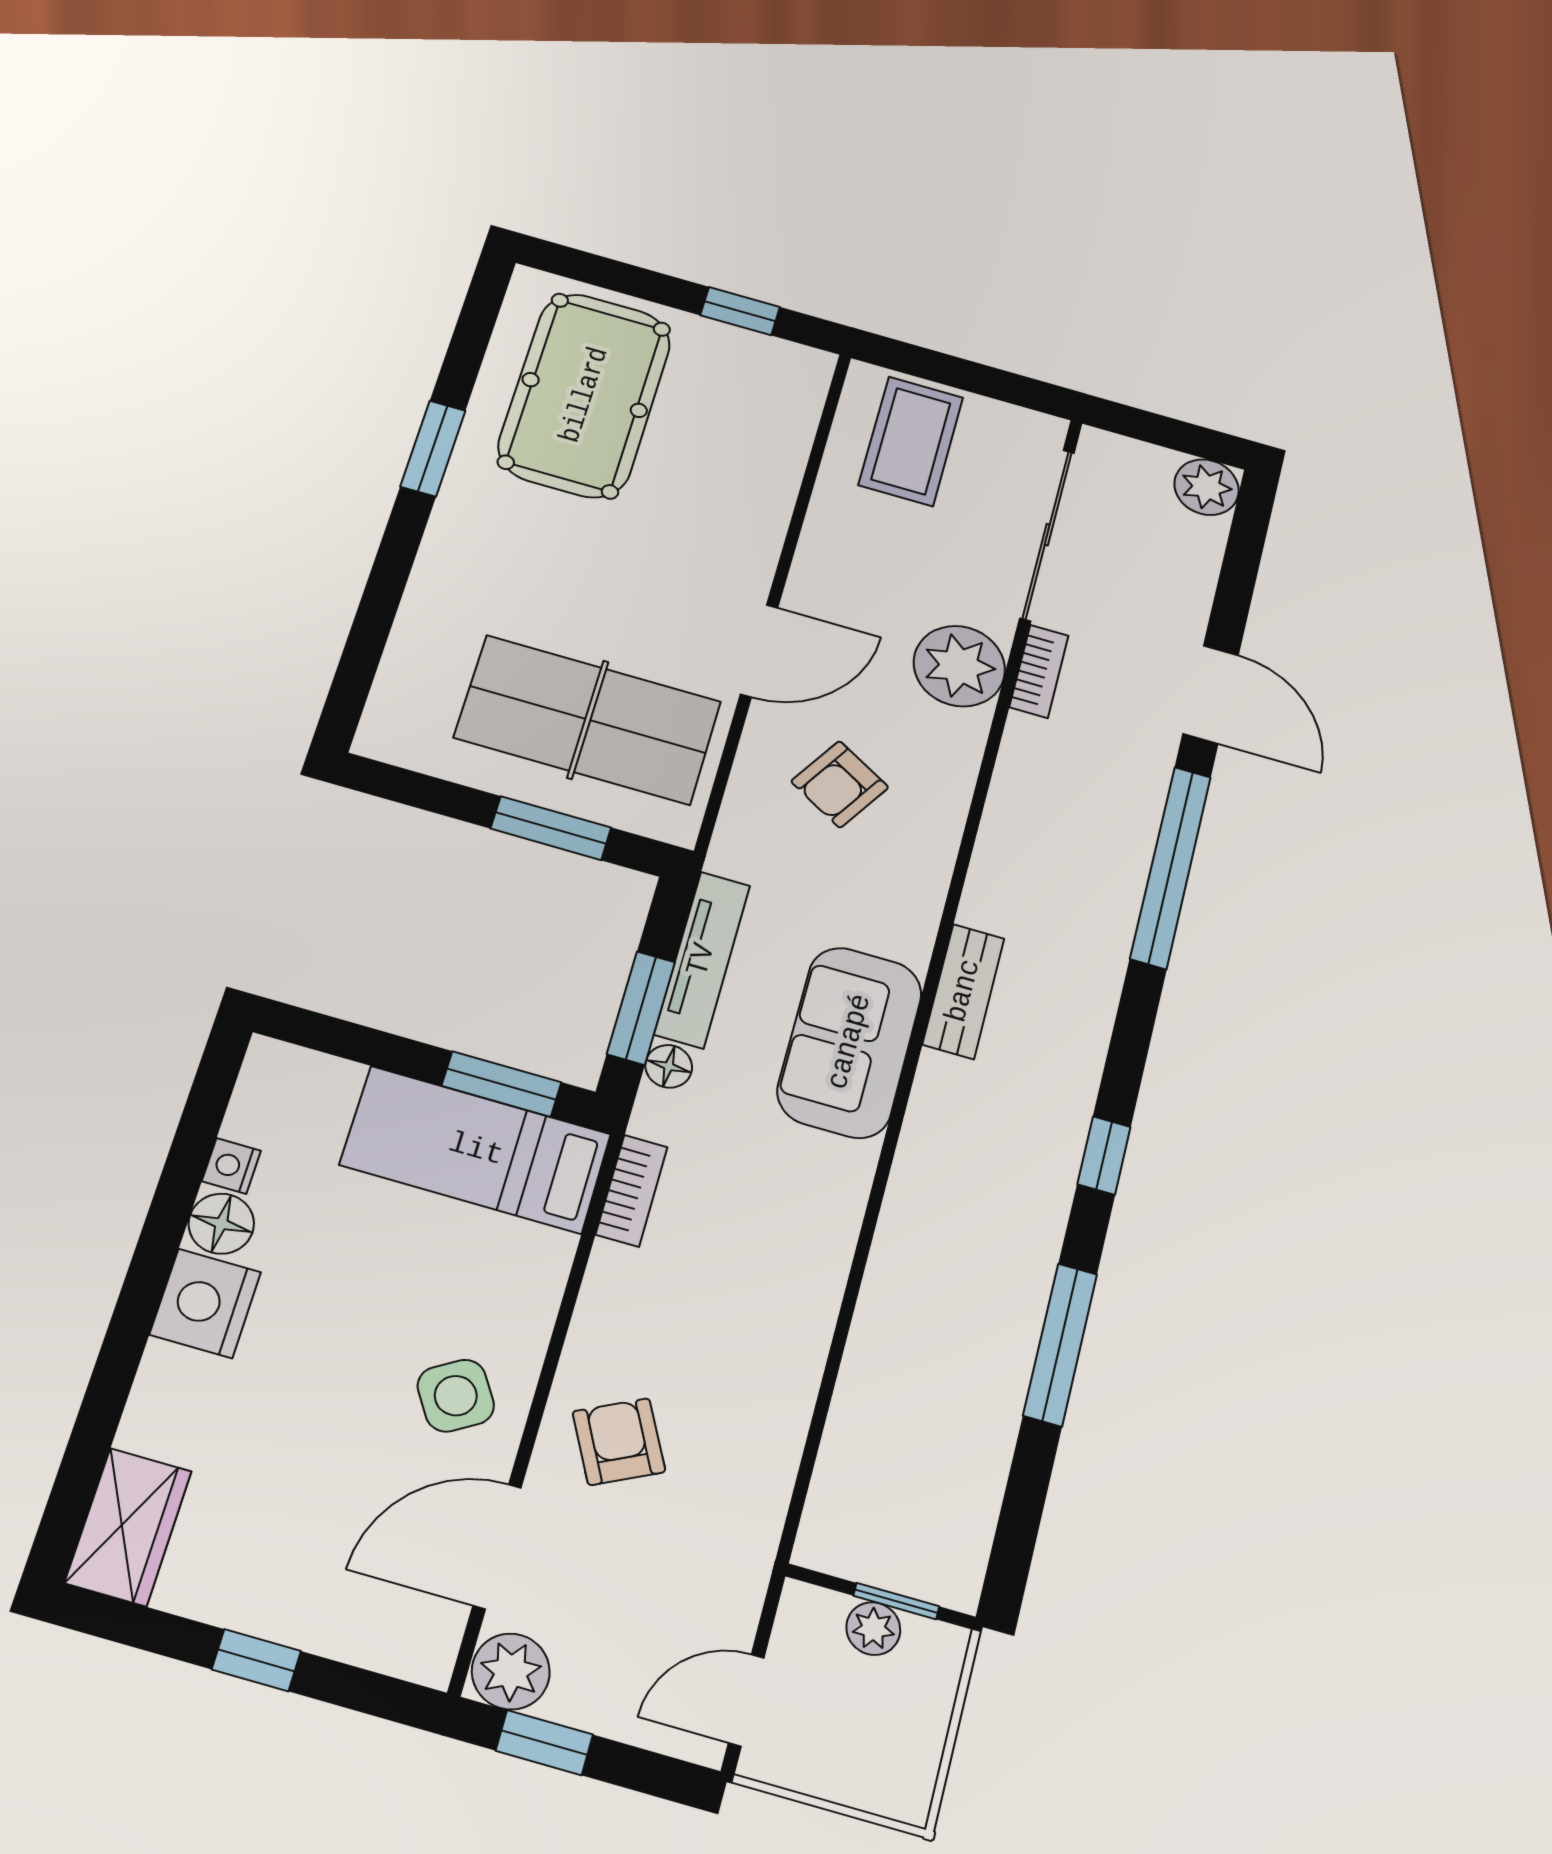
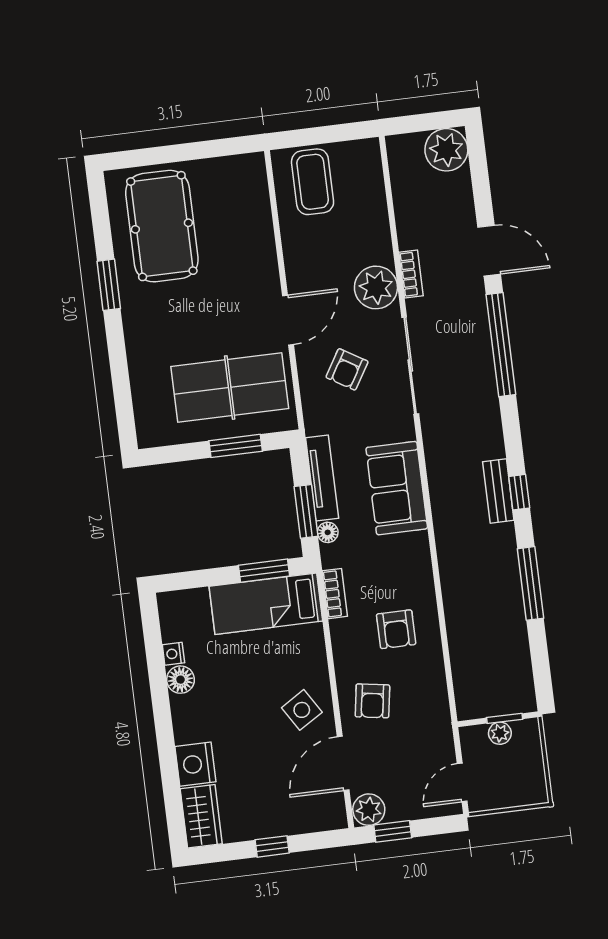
window: (740, 311) -> (211, 149), removed
plant: (1207, 487) -> (446, 150), width x1.36, depth x1.36
sliding door: (1047, 535) -> (410, 365), moved
bench: (964, 991) -> (498, 491), moved
nightstand: (205, 1303) -> (195, 764), moved
armchair: (733, 1316) -> (396, 629), added
armchair: (619, 1442) -> (372, 701), turned -144

